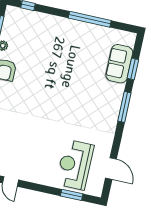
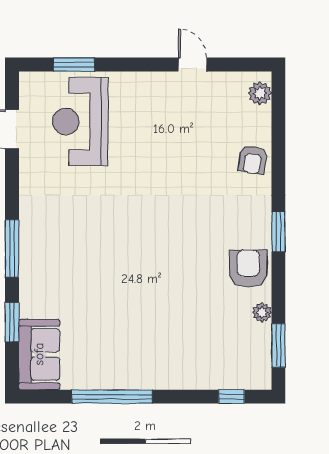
sofa: (119, 64) -> (39, 354), moved
reception desk: (75, 165) -> (80, 122), turned 180

